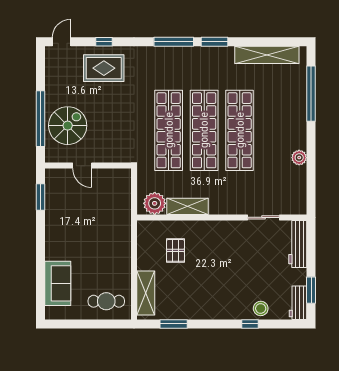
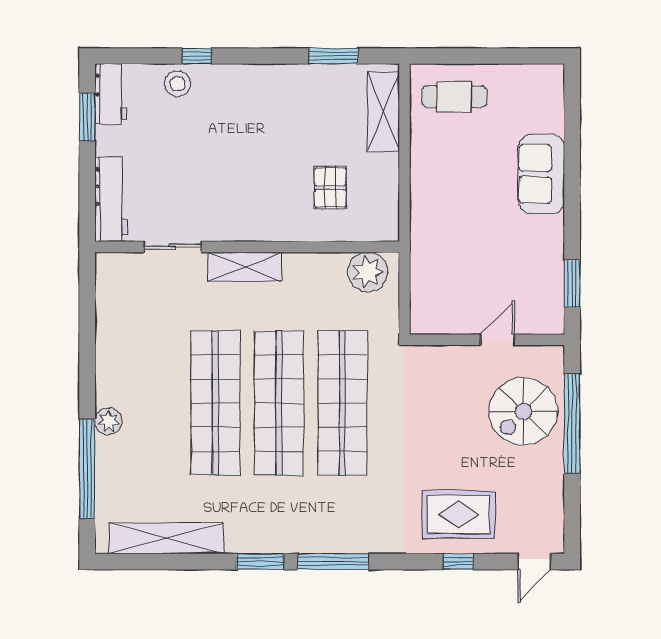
plant: (299, 158) -> (109, 421), moved
door: (82, 166) -> (497, 340), hinge flipped
shelving: (188, 206) -> (245, 267), moved
sofa: (58, 283) -> (541, 174), moved

